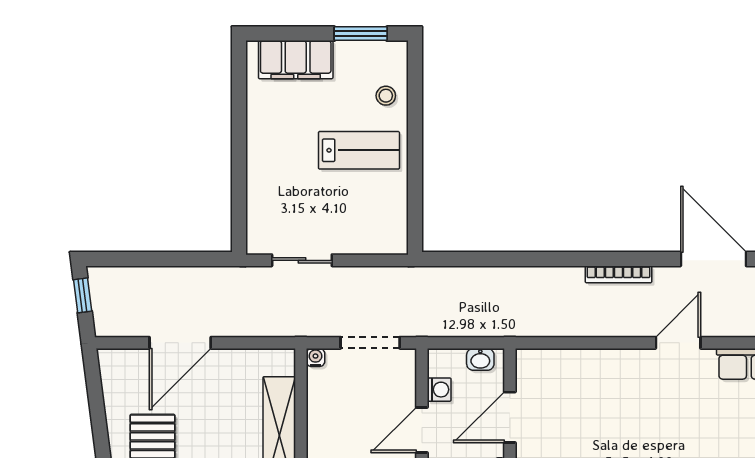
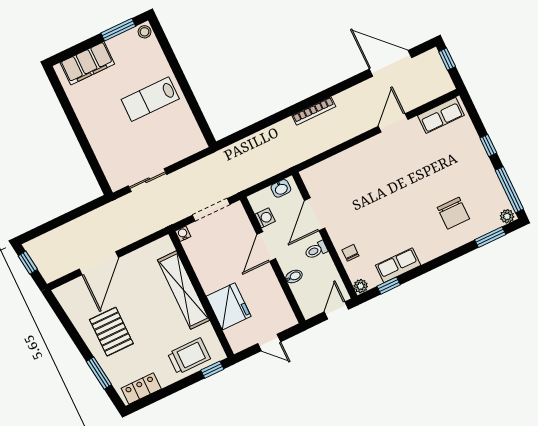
stool: (386, 96) -> (145, 32), moved
lab bench: (359, 150) -> (150, 99), turned 180
bookcase: (618, 274) -> (314, 111), moved

